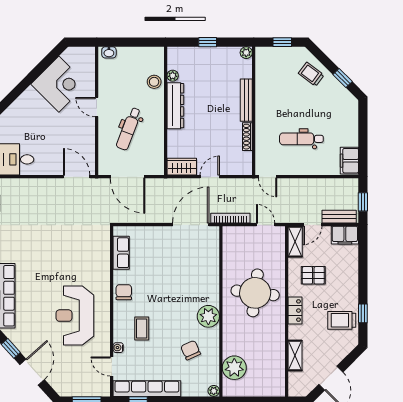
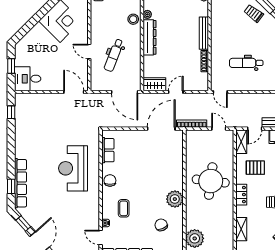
door: (97, 107) -> (89, 51), moved
door: (127, 177) -> (125, 92), moved
reception desk: (75, 316) -> (73, 168), moved

